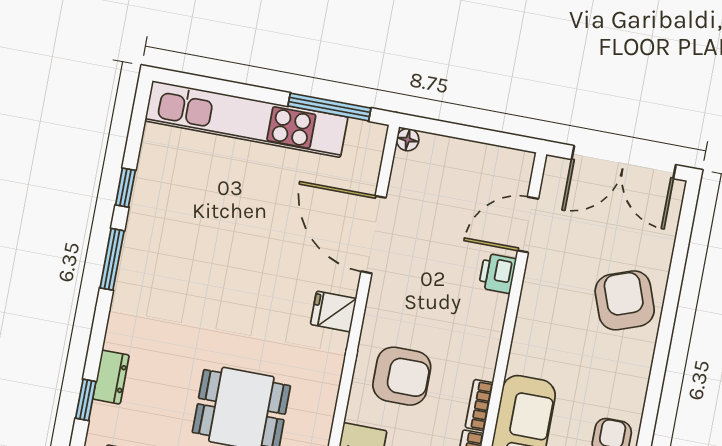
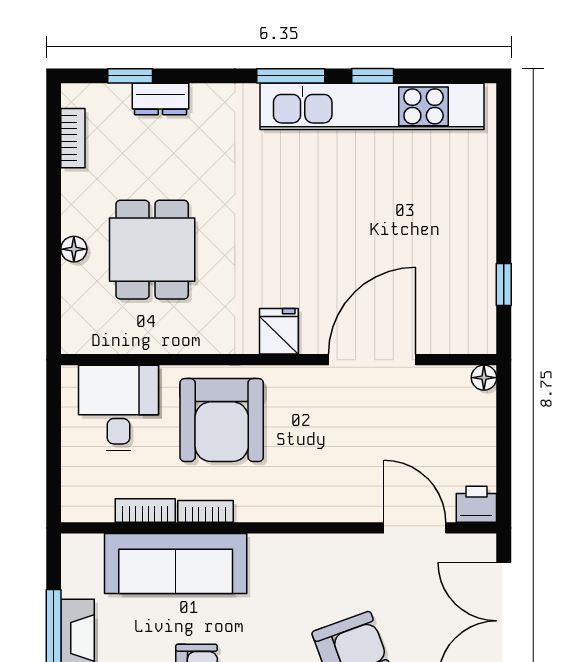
window: (329, 107) -> (504, 285), width x0.46
kitchen unit: (246, 119) -> (372, 106), moved, turned -90
printer: (497, 273) -> (476, 504), moved
armchair: (402, 376) -> (222, 420), width x1.36, depth x1.36

